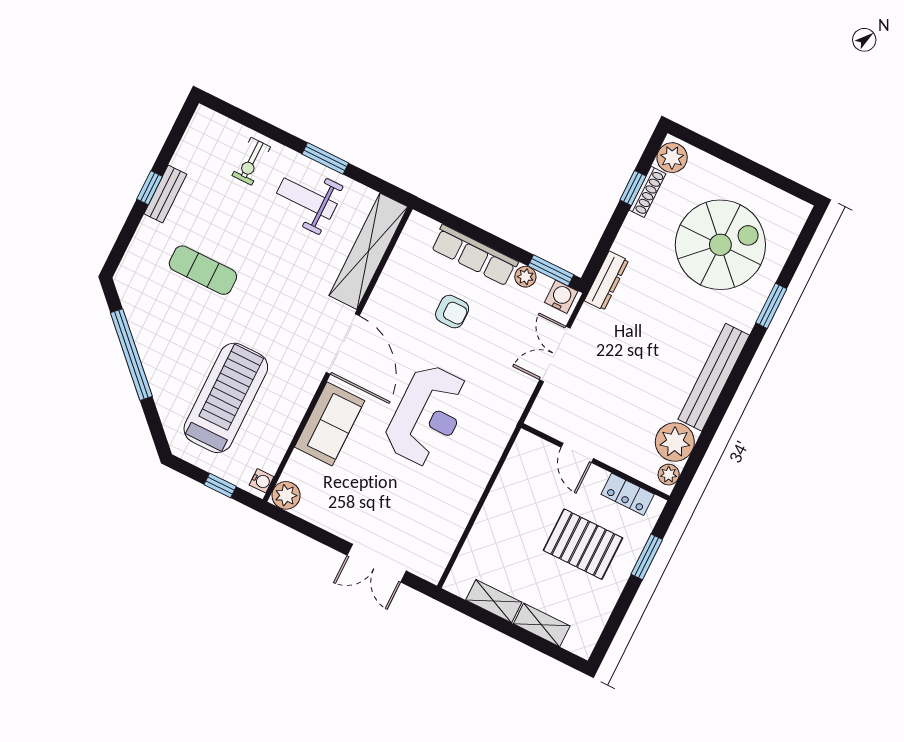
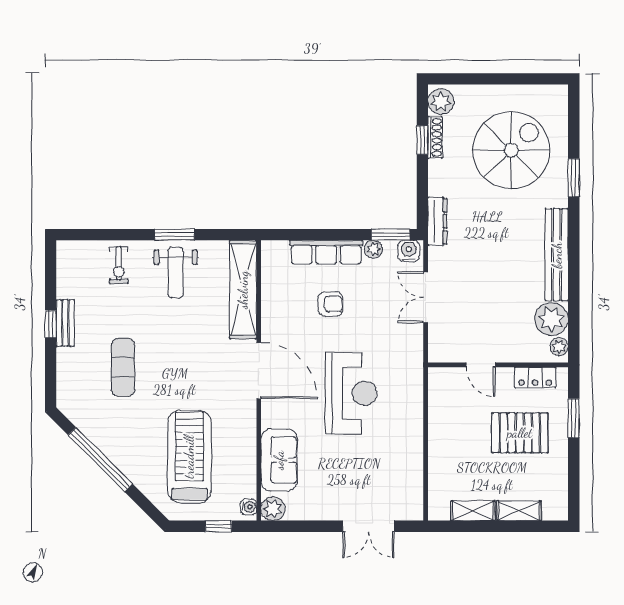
weight bench: (307, 199) -> (176, 273), turned -90
exercise mat: (203, 270) -> (123, 367), turned 90
sofa: (330, 424) -> (279, 460), moved

